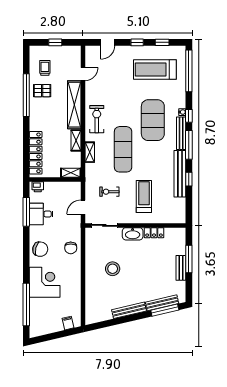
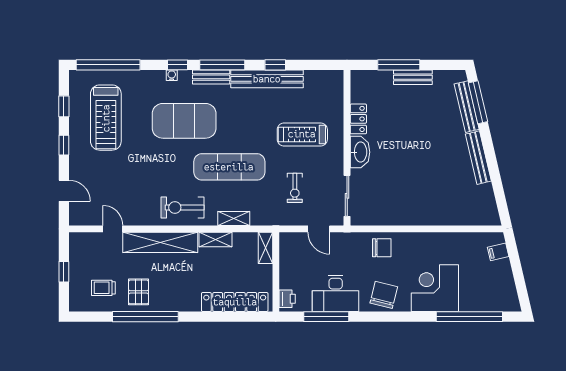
bench: (181, 133) -> (211, 77), width x0.73
desk: (41, 214) -> (336, 293), width x1.37
stool: (113, 269) -> (414, 183), removed

